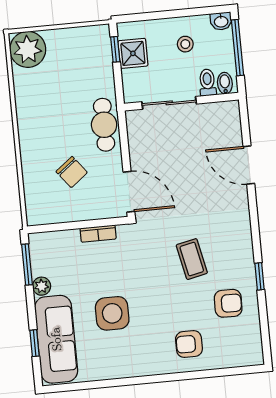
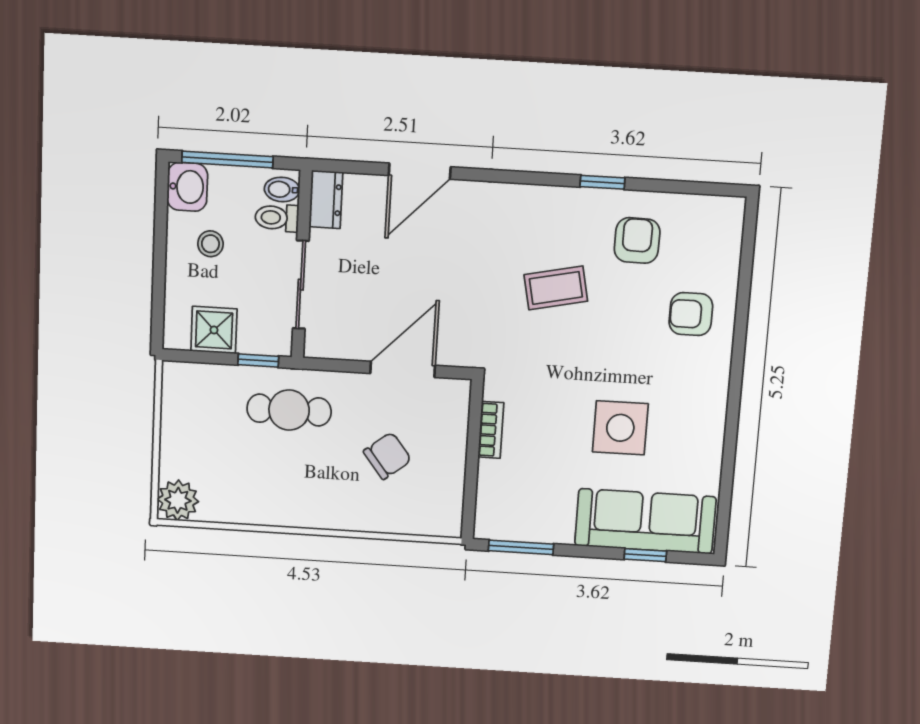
washbasin: (221, 21) -> (187, 187), width x1.38, depth x1.45
plant: (28, 49) -> (178, 500), width x0.73, depth x0.73
window: (115, 49) -> (258, 360), moved
dresser: (223, 111) -> (326, 200), added
cafe table: (104, 125) -> (289, 410), moved
door: (129, 192) -> (403, 369), moved
plant: (42, 286) -> (559, 530), removed
armchair: (189, 344) -> (691, 314), turned 90

